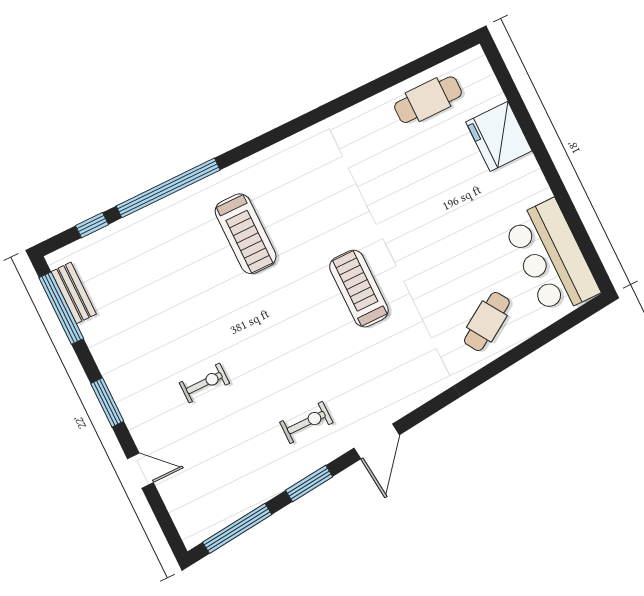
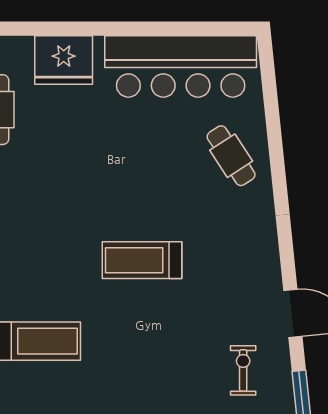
bar counter: (551, 258) -> (181, 66), width x1.36

